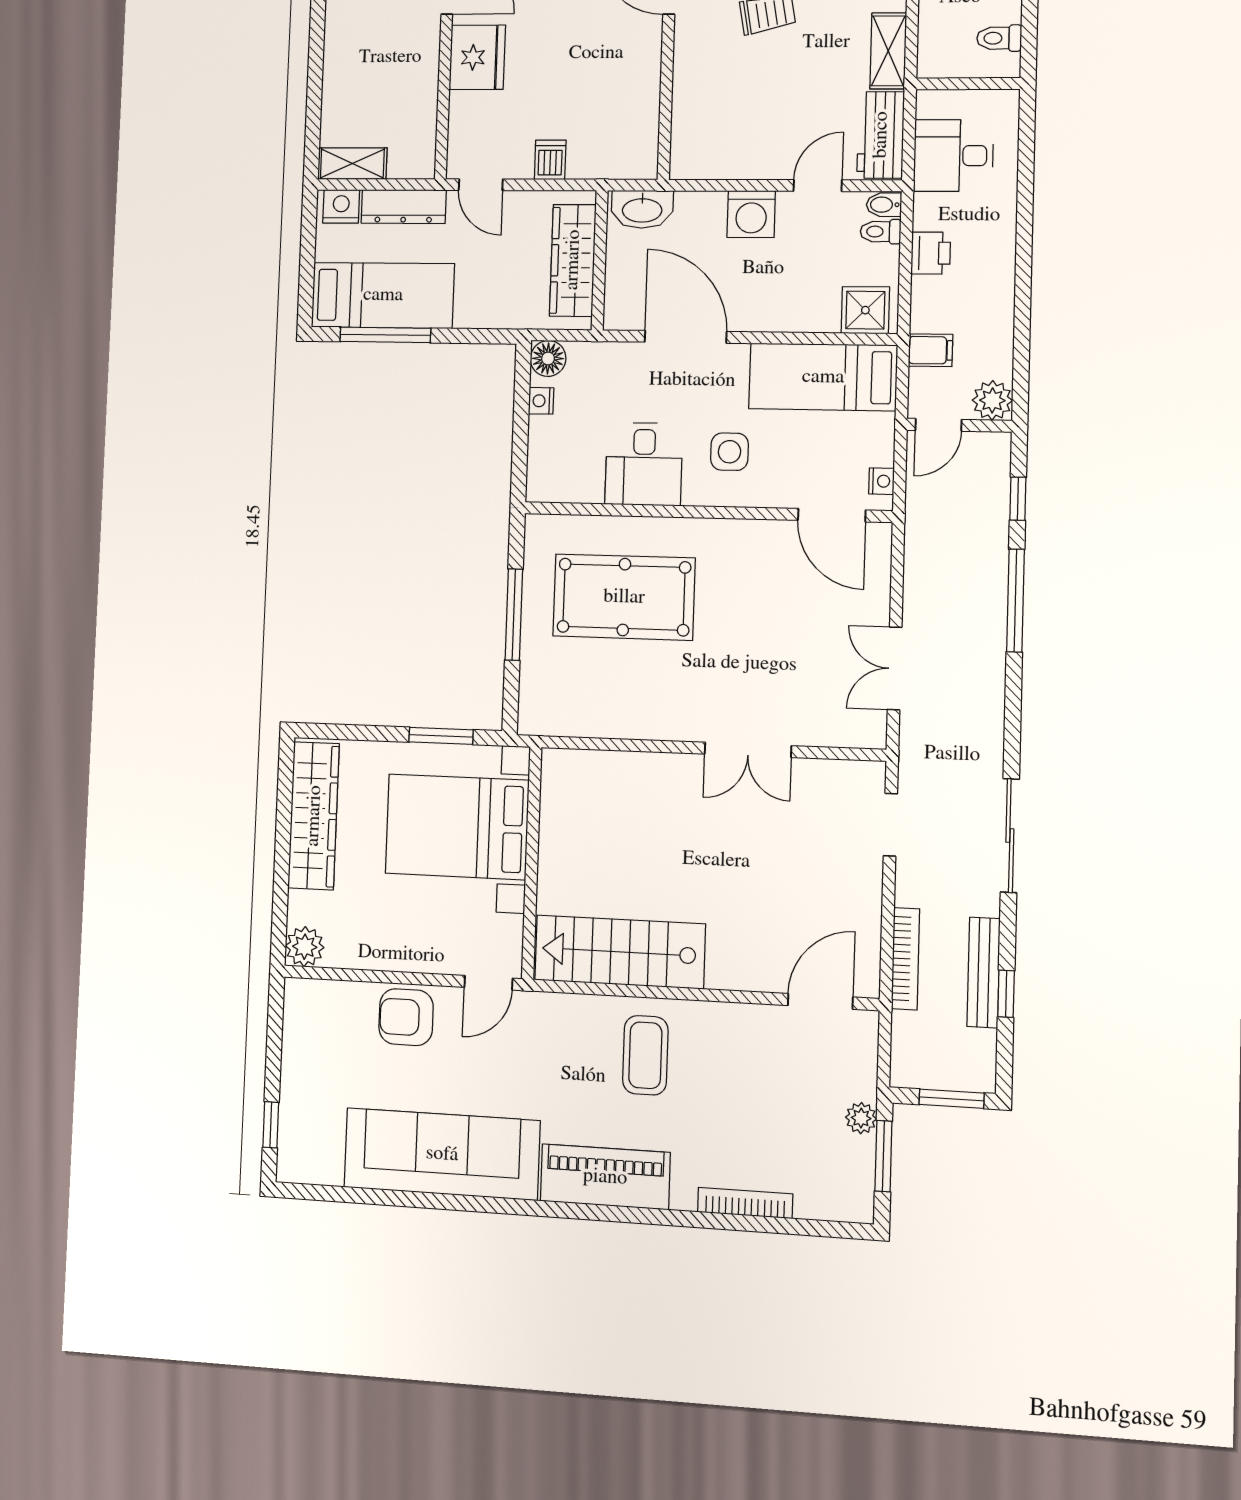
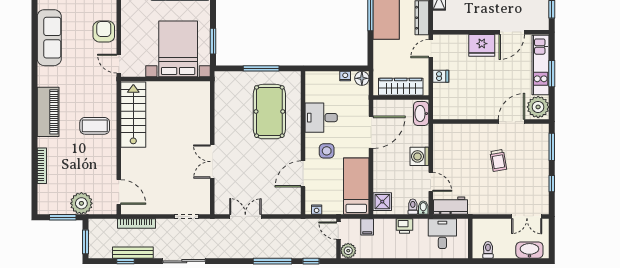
shelving: (888, 51) -> (483, 208), removed
door: (832, 515) -> (303, 174), moved
plant: (861, 1118) -> (81, 203), width x1.87, depth x1.87
sofa: (442, 1154) -> (49, 38), width x0.74, depth x0.79

